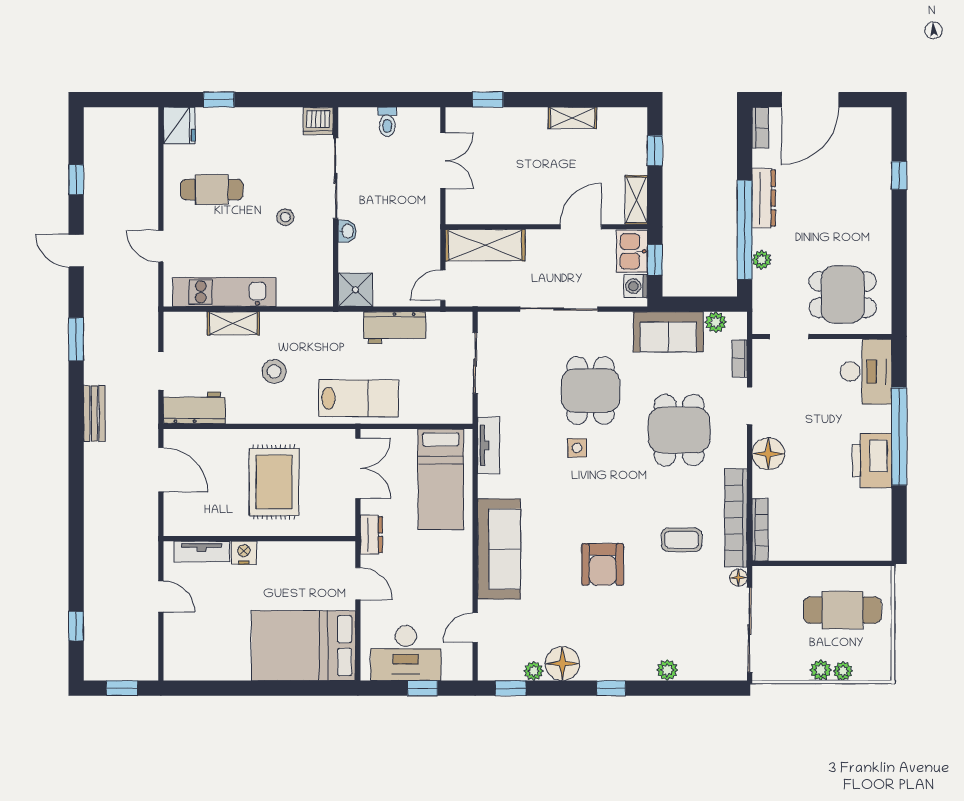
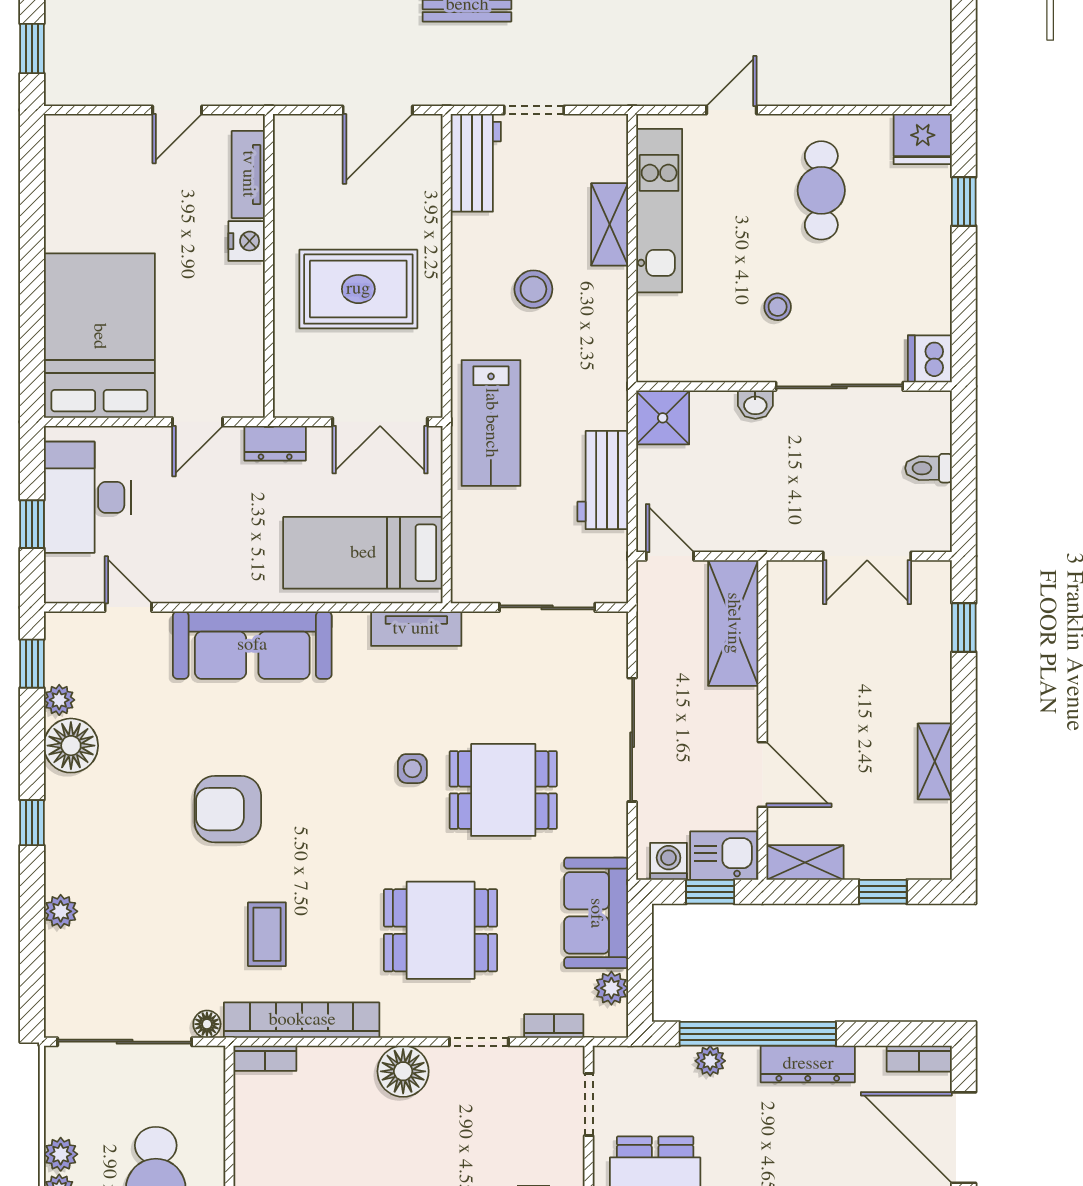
bookcase: (760, 530) -> (265, 1058), width x0.64

